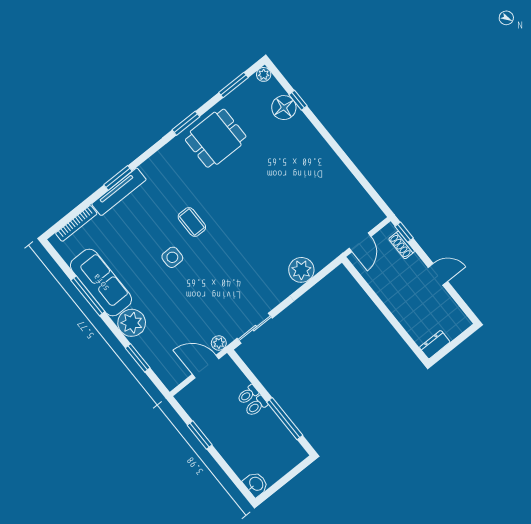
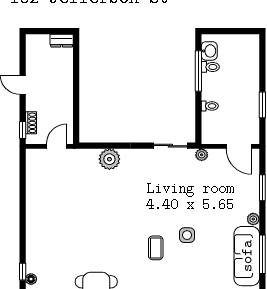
floor lamp: (284, 108) -> (31, 279), width x0.53, depth x0.53
plant: (132, 323) -> (253, 219), width x0.53, depth x0.53
door: (206, 367) -> (239, 146), moved
toilet: (256, 406) -> (210, 67), moved
washbasin: (256, 484) -> (209, 51), moved, turned 180

